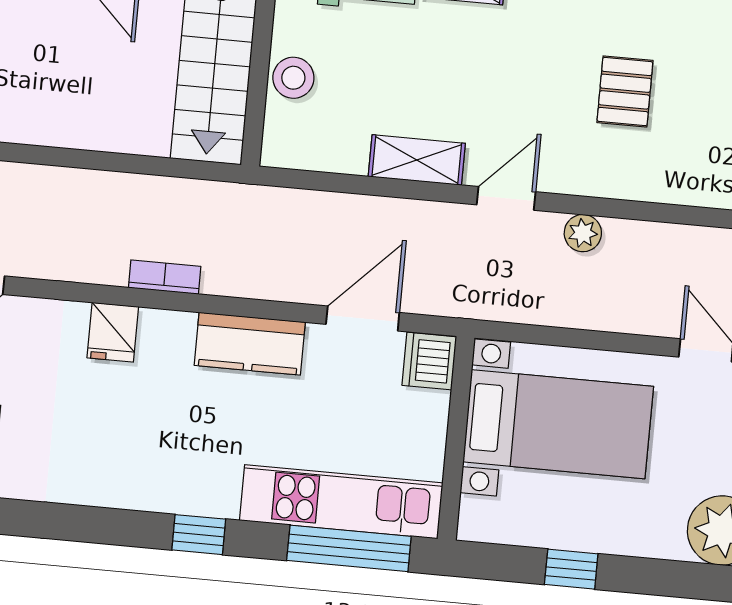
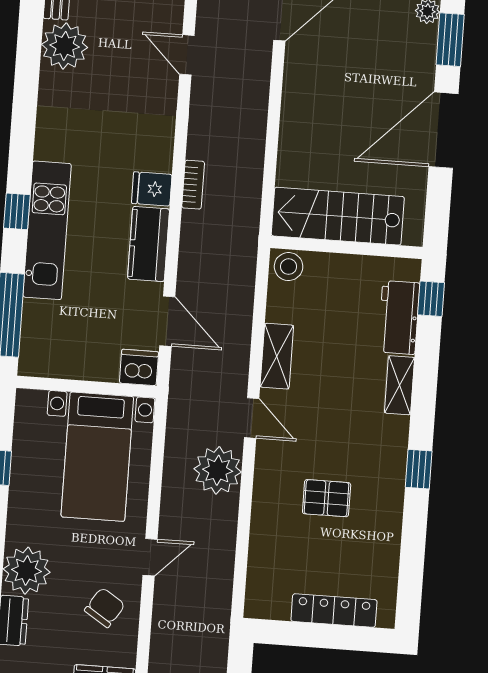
stool: (293, 78) -> (289, 267), moved
plant: (583, 233) -> (218, 470), width x1.88, depth x1.88
fridge: (113, 332) -> (152, 189), moved
kitchen unit: (341, 502) -> (47, 230), moved

